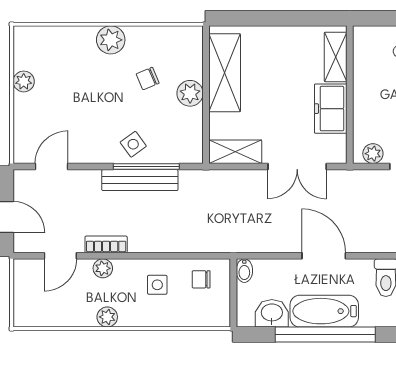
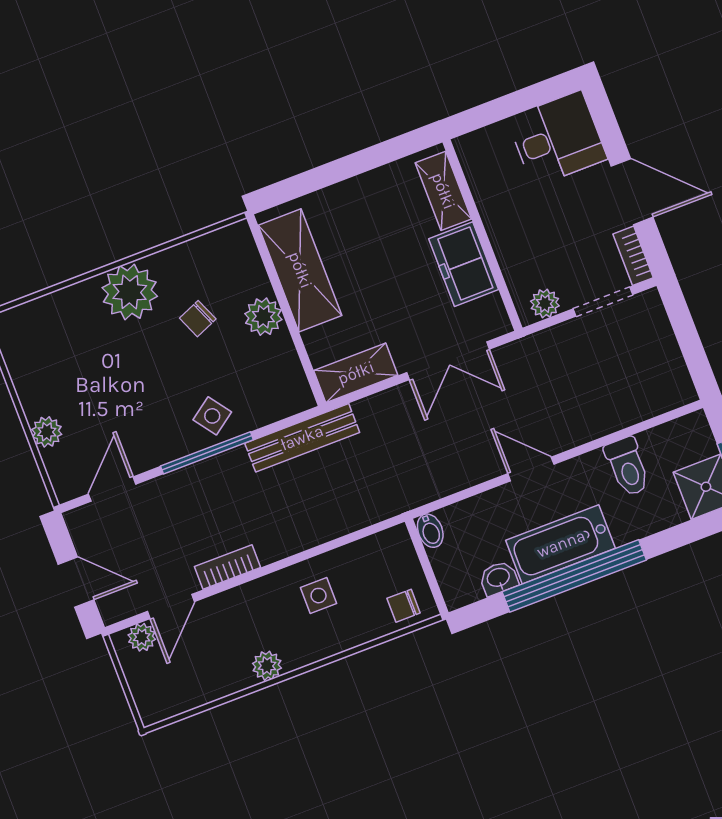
plant: (111, 40) -> (130, 292), width x1.36, depth x1.36
plant: (24, 81) -> (47, 432), moved
window: (146, 167) -> (207, 453), moved
bench: (140, 180) -> (302, 438), moved
door: (324, 256) -> (531, 469), width x0.73
plant: (103, 268) -> (142, 637), moved
chair: (201, 279) -> (404, 606), moved
washbasin: (272, 313) -> (499, 578), width x0.72, depth x0.69

